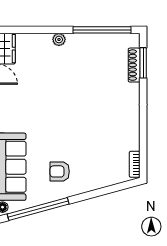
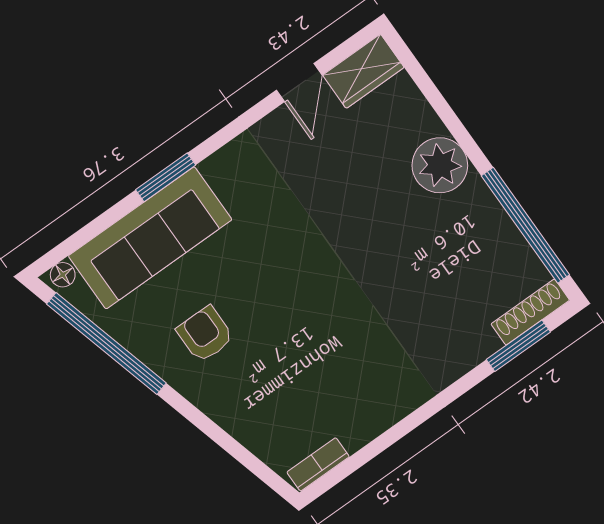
plant: (59, 40) -> (440, 165), width x1.87, depth x1.87
shoe rack: (134, 65) -> (530, 312), moved

